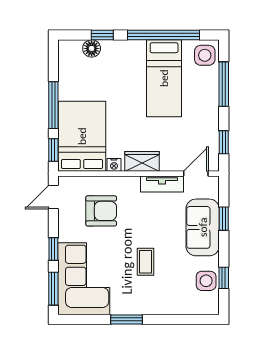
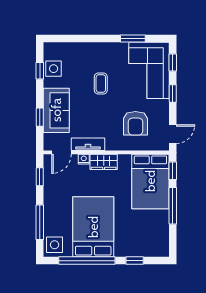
floor lamp: (92, 48) -> (143, 250), removed
bed: (164, 78) -> (93, 227), width x1.50
nightstand: (114, 165) -> (84, 159), moved
armchair: (101, 211) -> (135, 123), turned -90
window: (53, 289) -> (173, 63), width x0.67
window: (127, 319) -> (133, 38), moved

